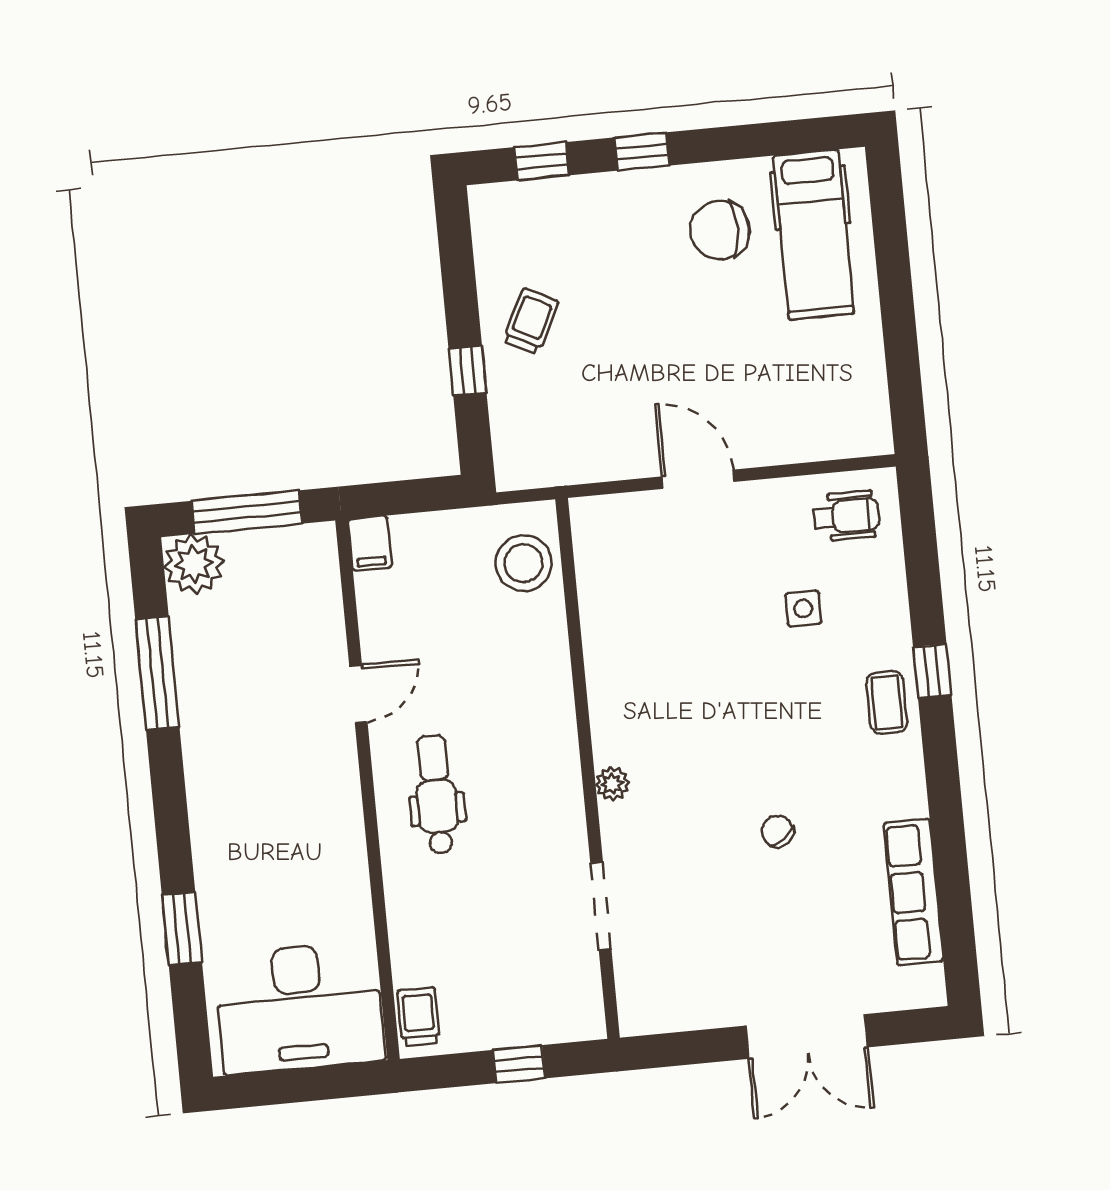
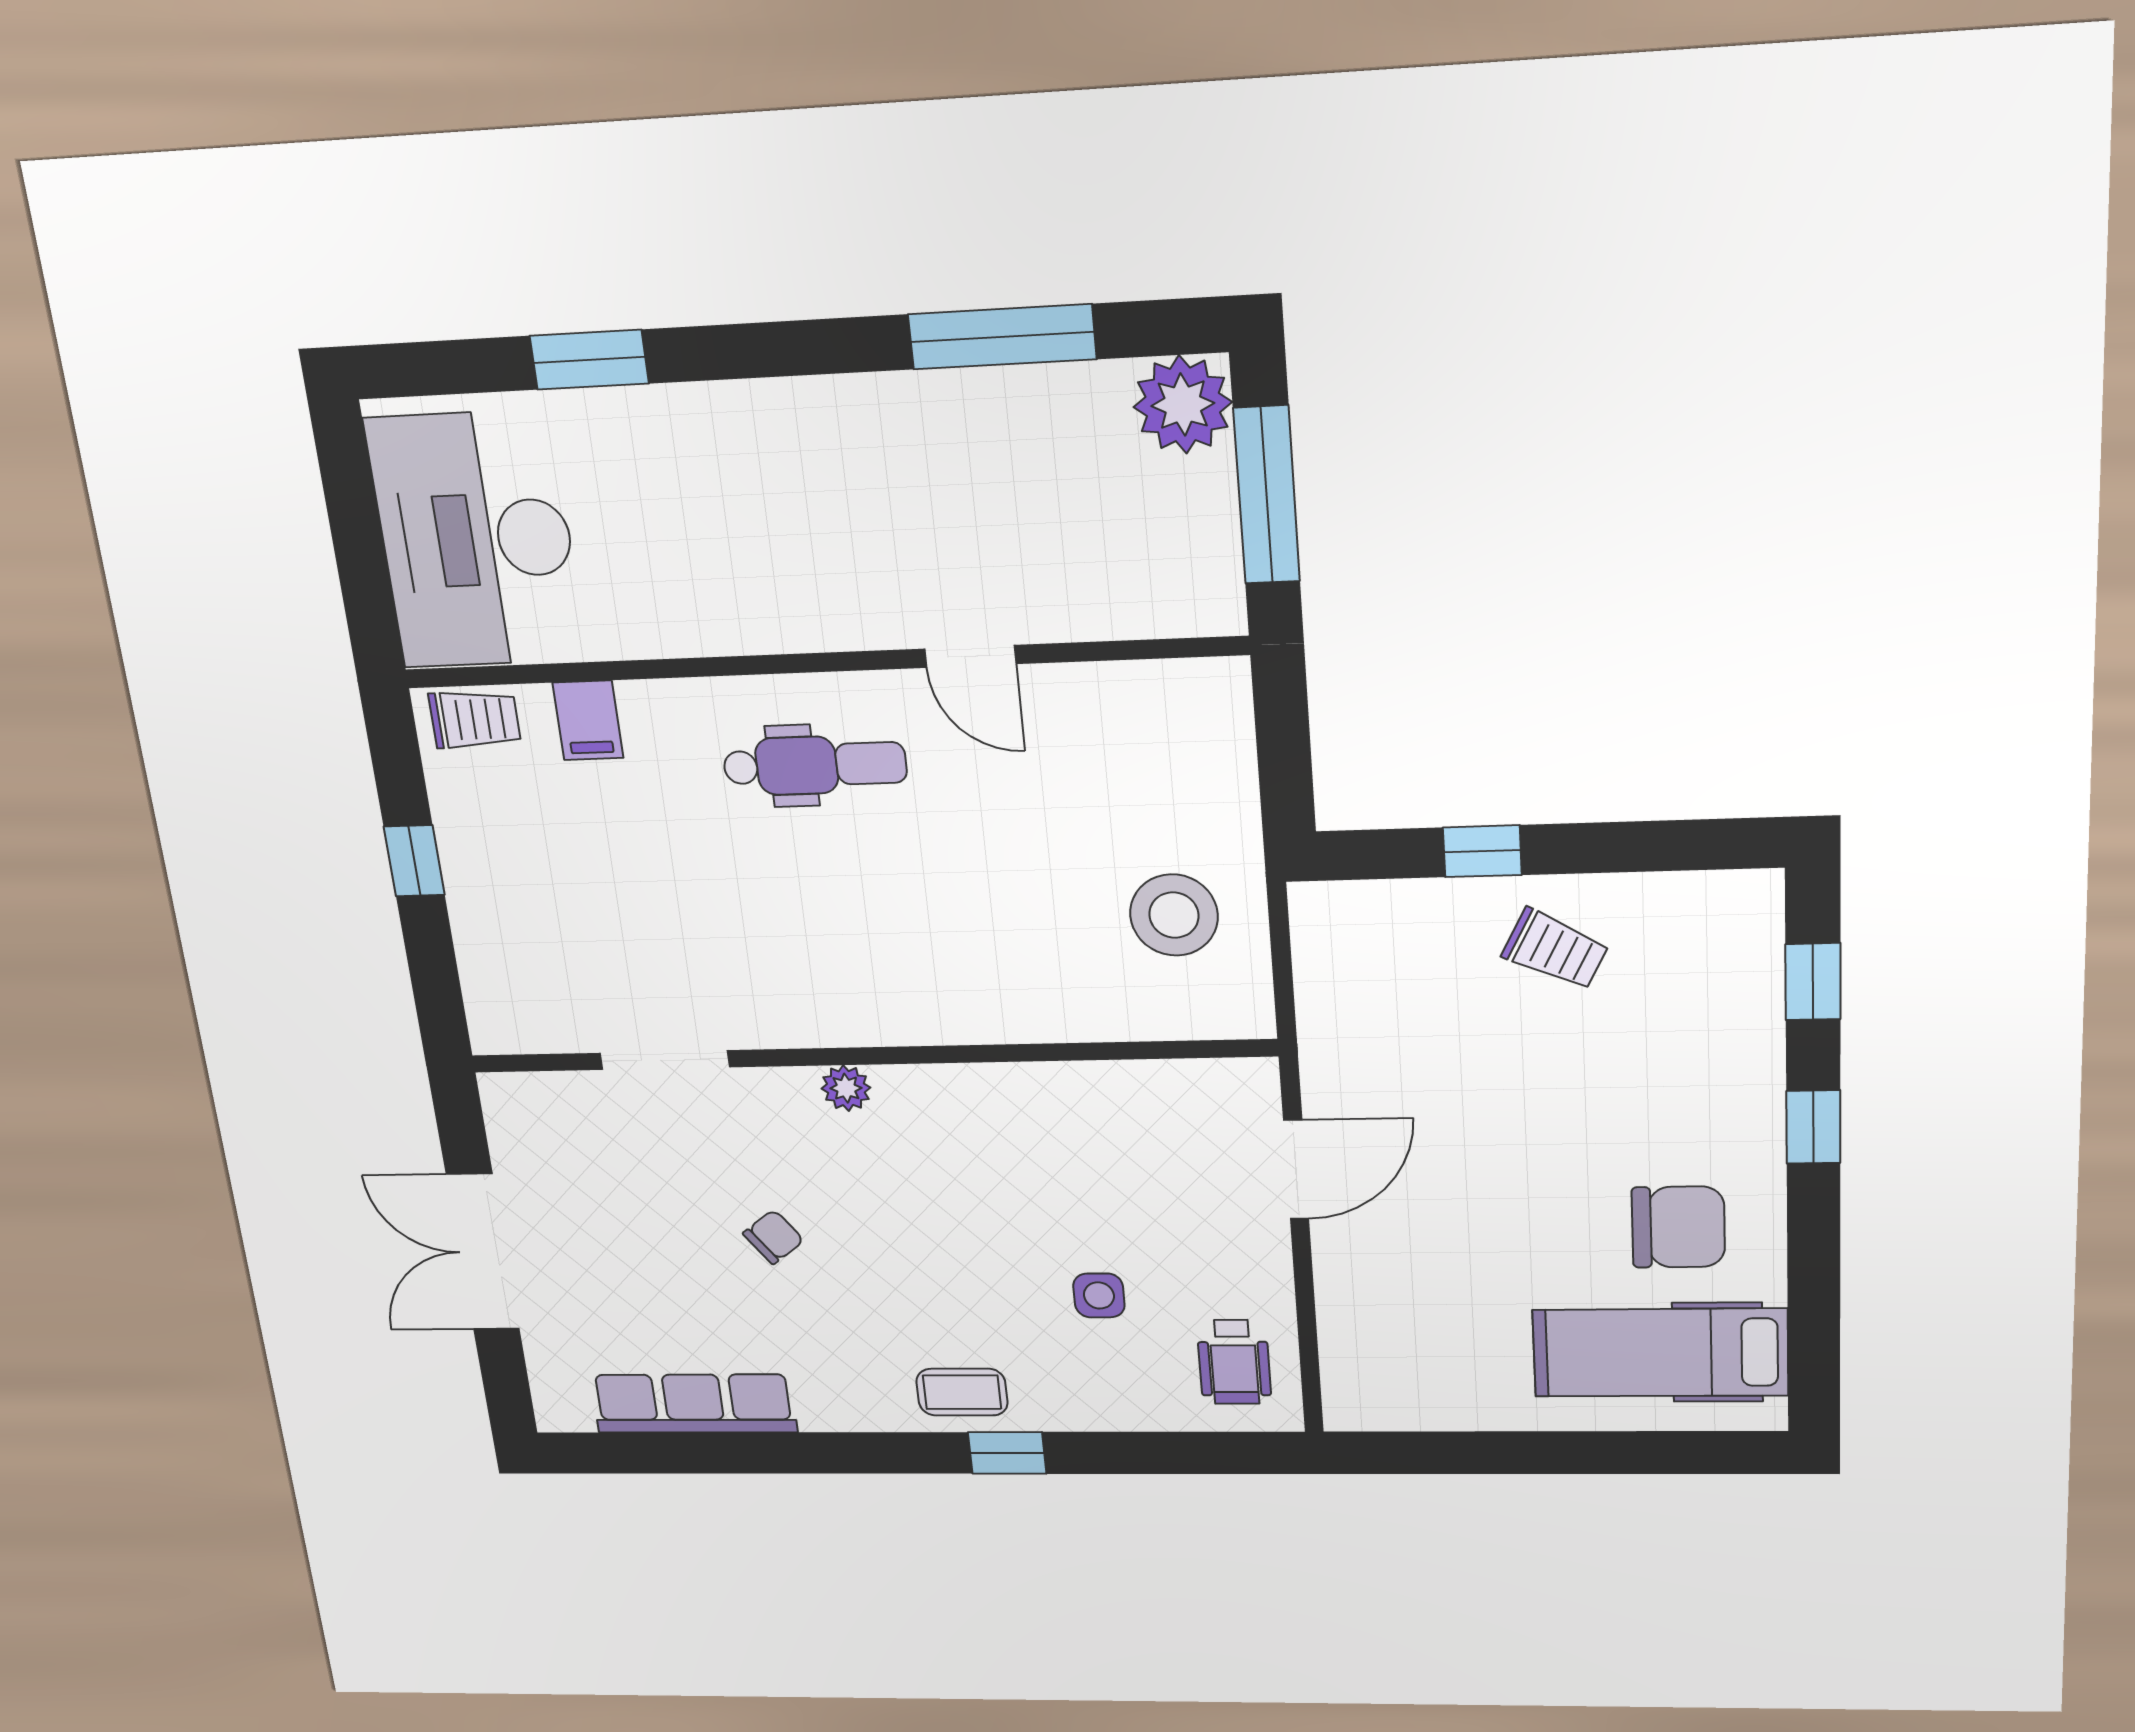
chair: (720, 230) -> (1678, 1227), turned 90
filing cabinet: (370, 543) -> (588, 720), moved, turned -90
wall: (588, 768) -> (868, 1056), moved
plant: (612, 784) -> (846, 1088), moved
doorway: (601, 906) -> (665, 1060), moved

